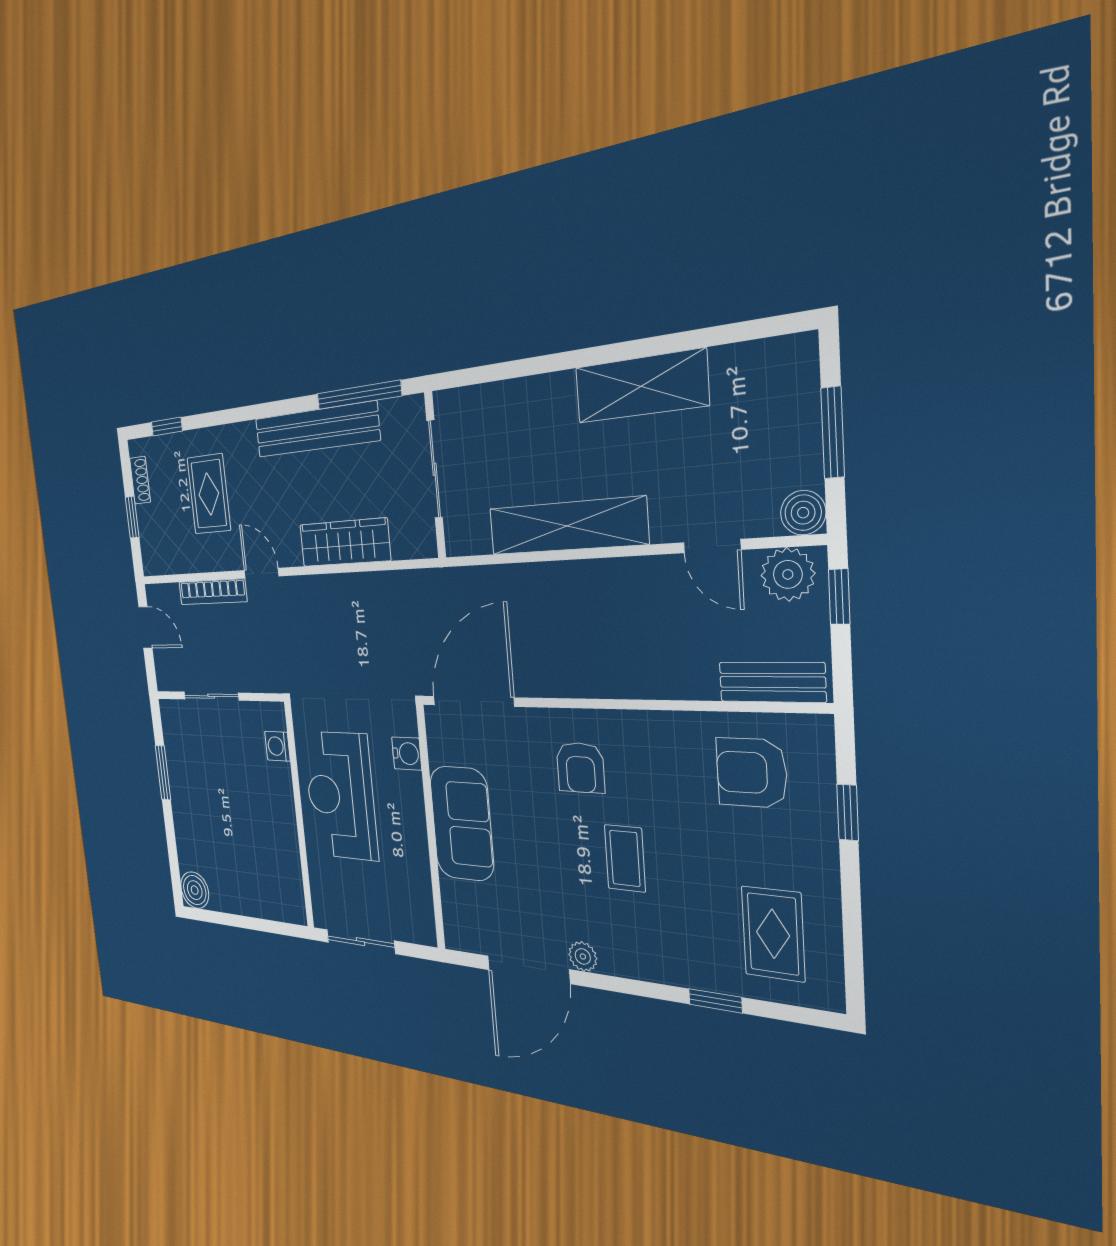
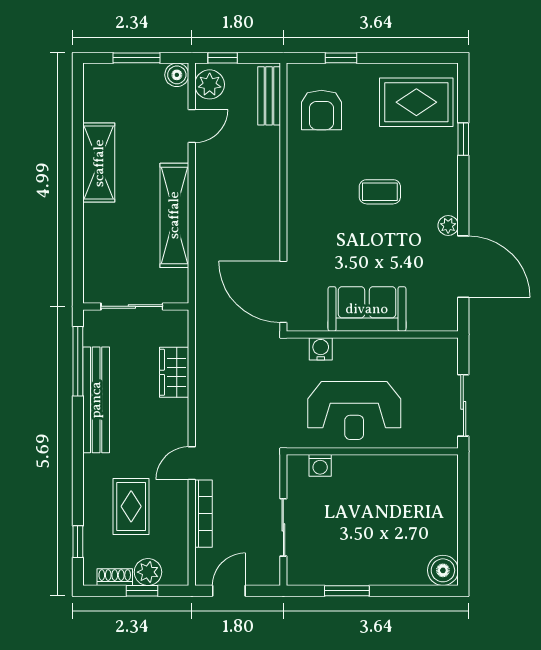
rug: (209, 494) -> (131, 506), turned 90
plant: (150, 523) -> (148, 572), added
wardrobe: (345, 543) -> (174, 372), width x0.67
armchair: (580, 768) -> (324, 218), removed
rug: (773, 934) -> (416, 102), width x1.36, depth x1.43

